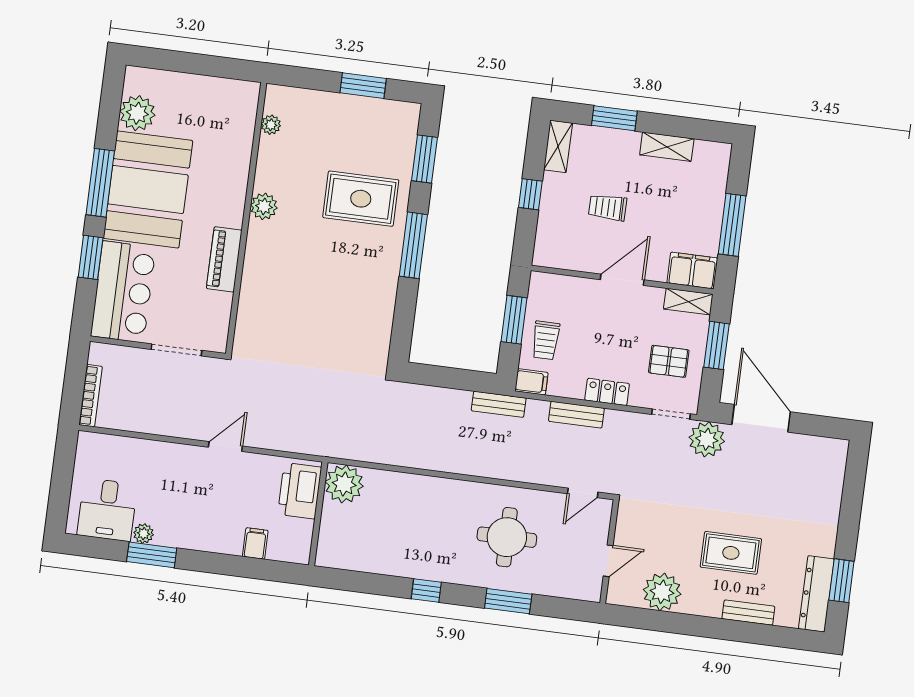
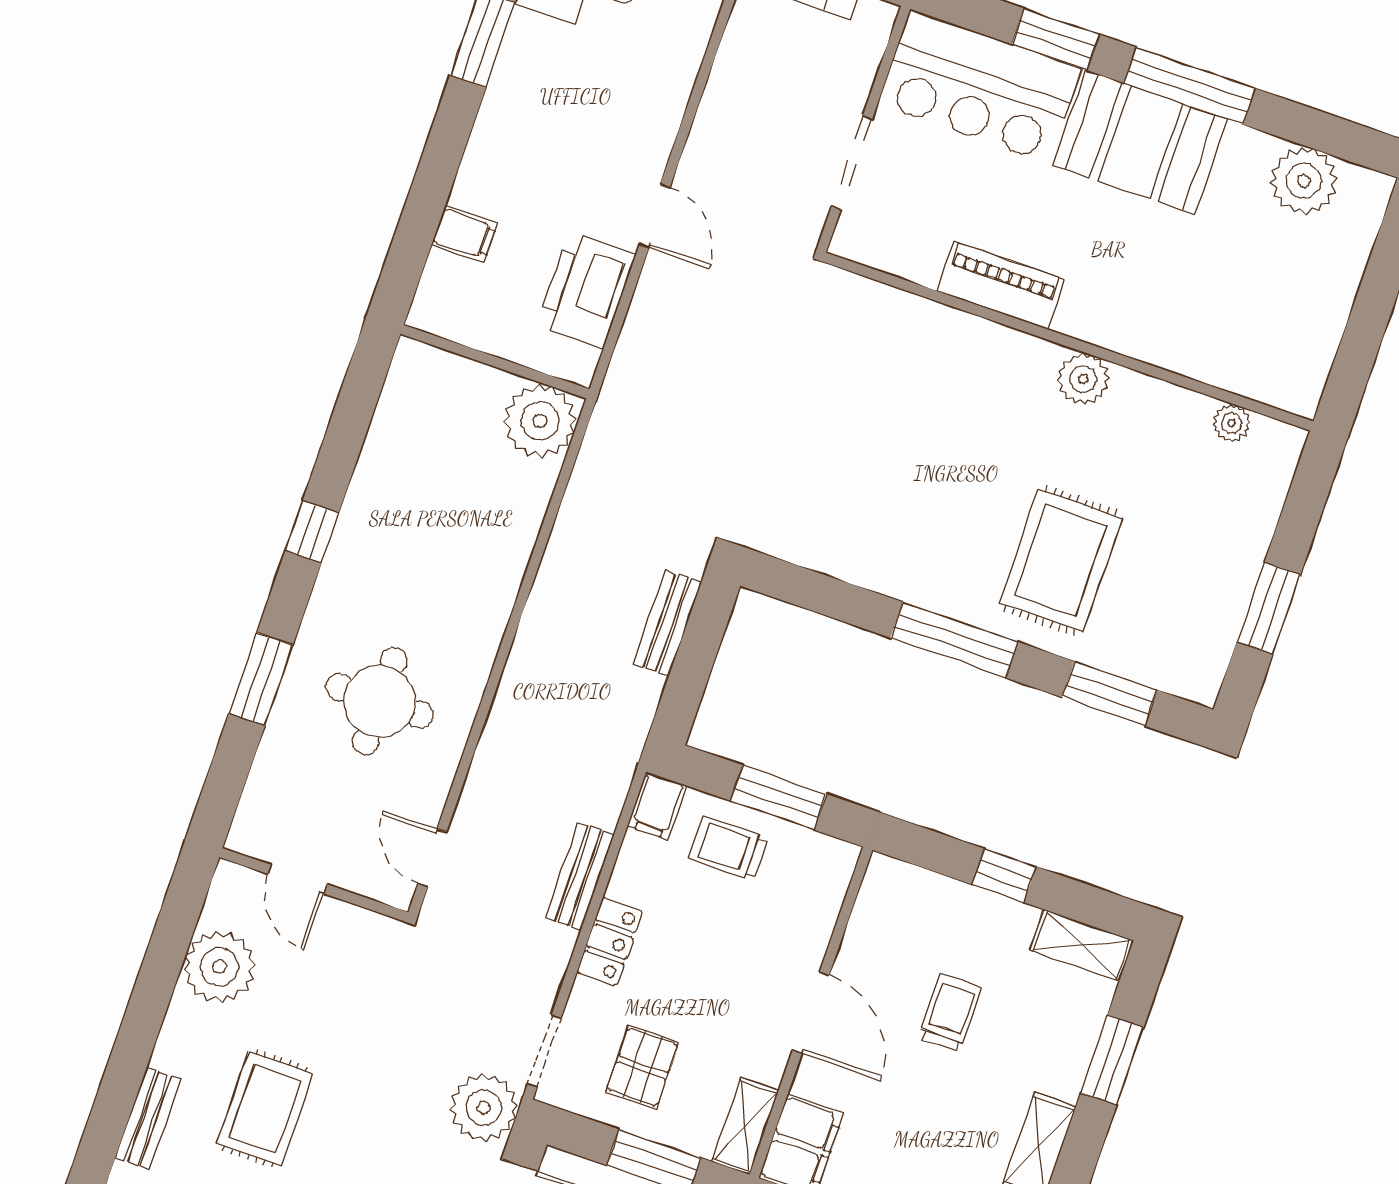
booth: (148, 189) -> (1140, 142), width x0.73, depth x0.70
bench: (499, 404) -> (667, 623), moved
printer: (300, 491) -> (586, 290), moved, turned -90
plant: (144, 534) -> (525, 32), removed

